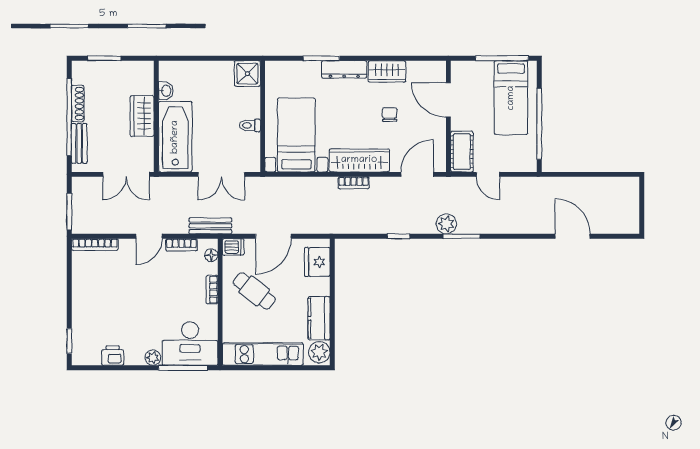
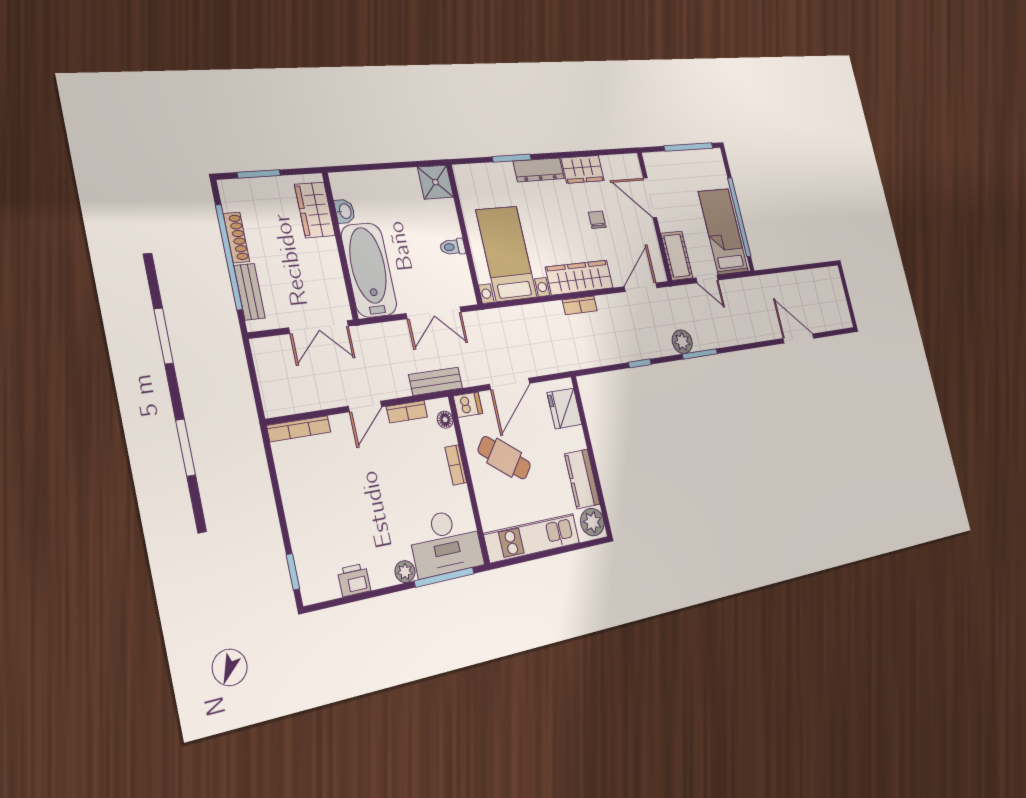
bed: (511, 98) -> (723, 231), moved, turned 180
wardrobe: (142, 116) -> (315, 210), moved
window: (69, 212) -> (256, 388), removed

